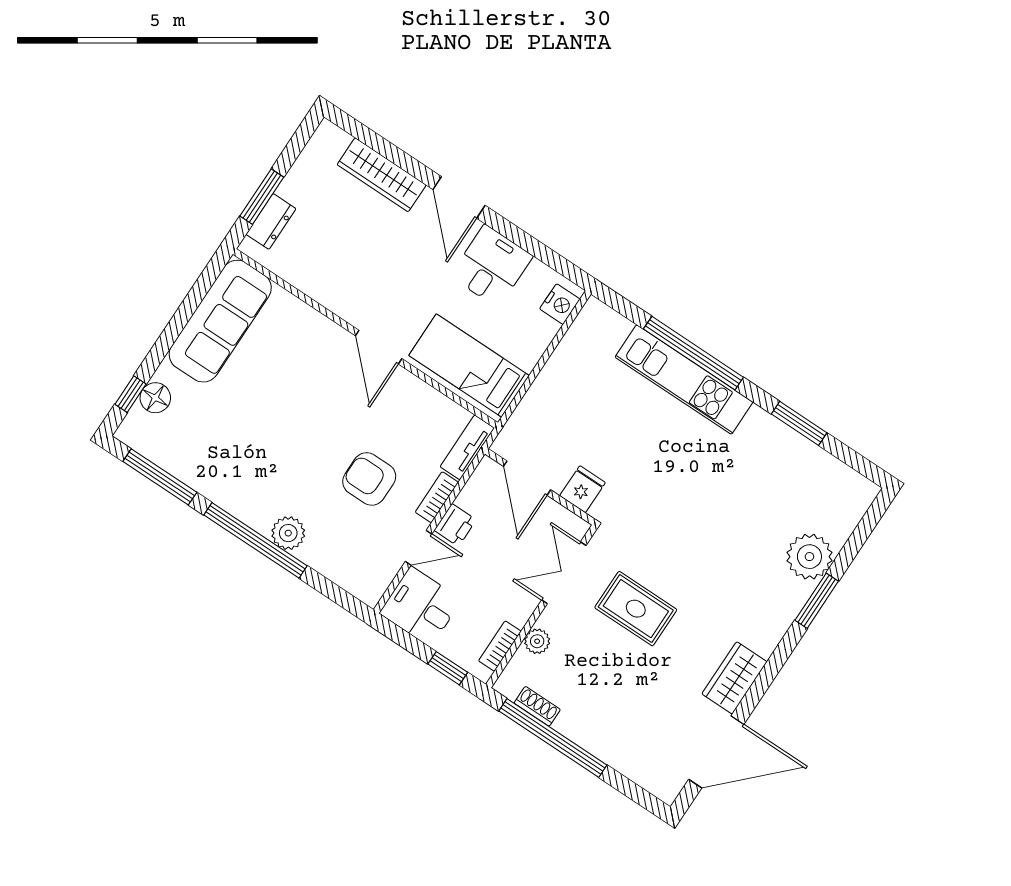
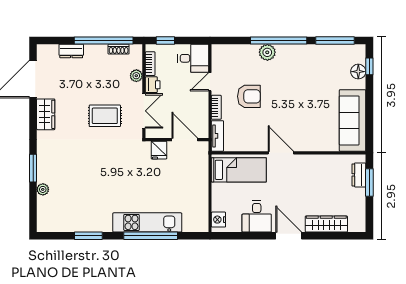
printer: (455, 525) -> (153, 85), moved, turned 180
plant: (809, 557) -> (43, 189), width x0.53, depth x0.53
dresser: (620, 757) -> (71, 51), added

